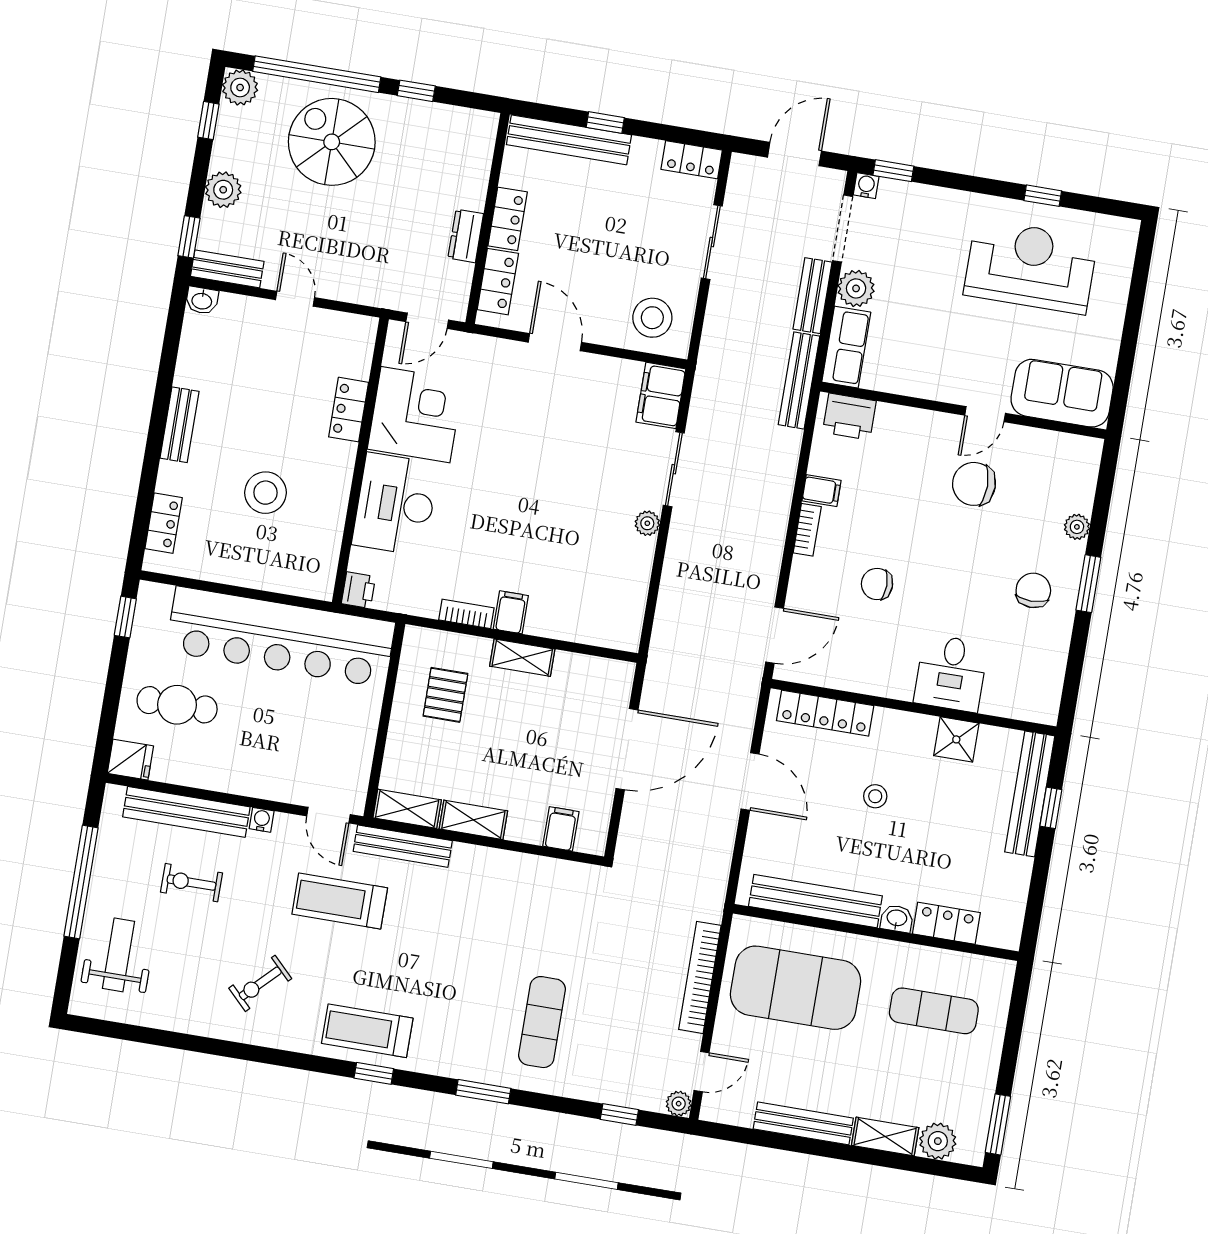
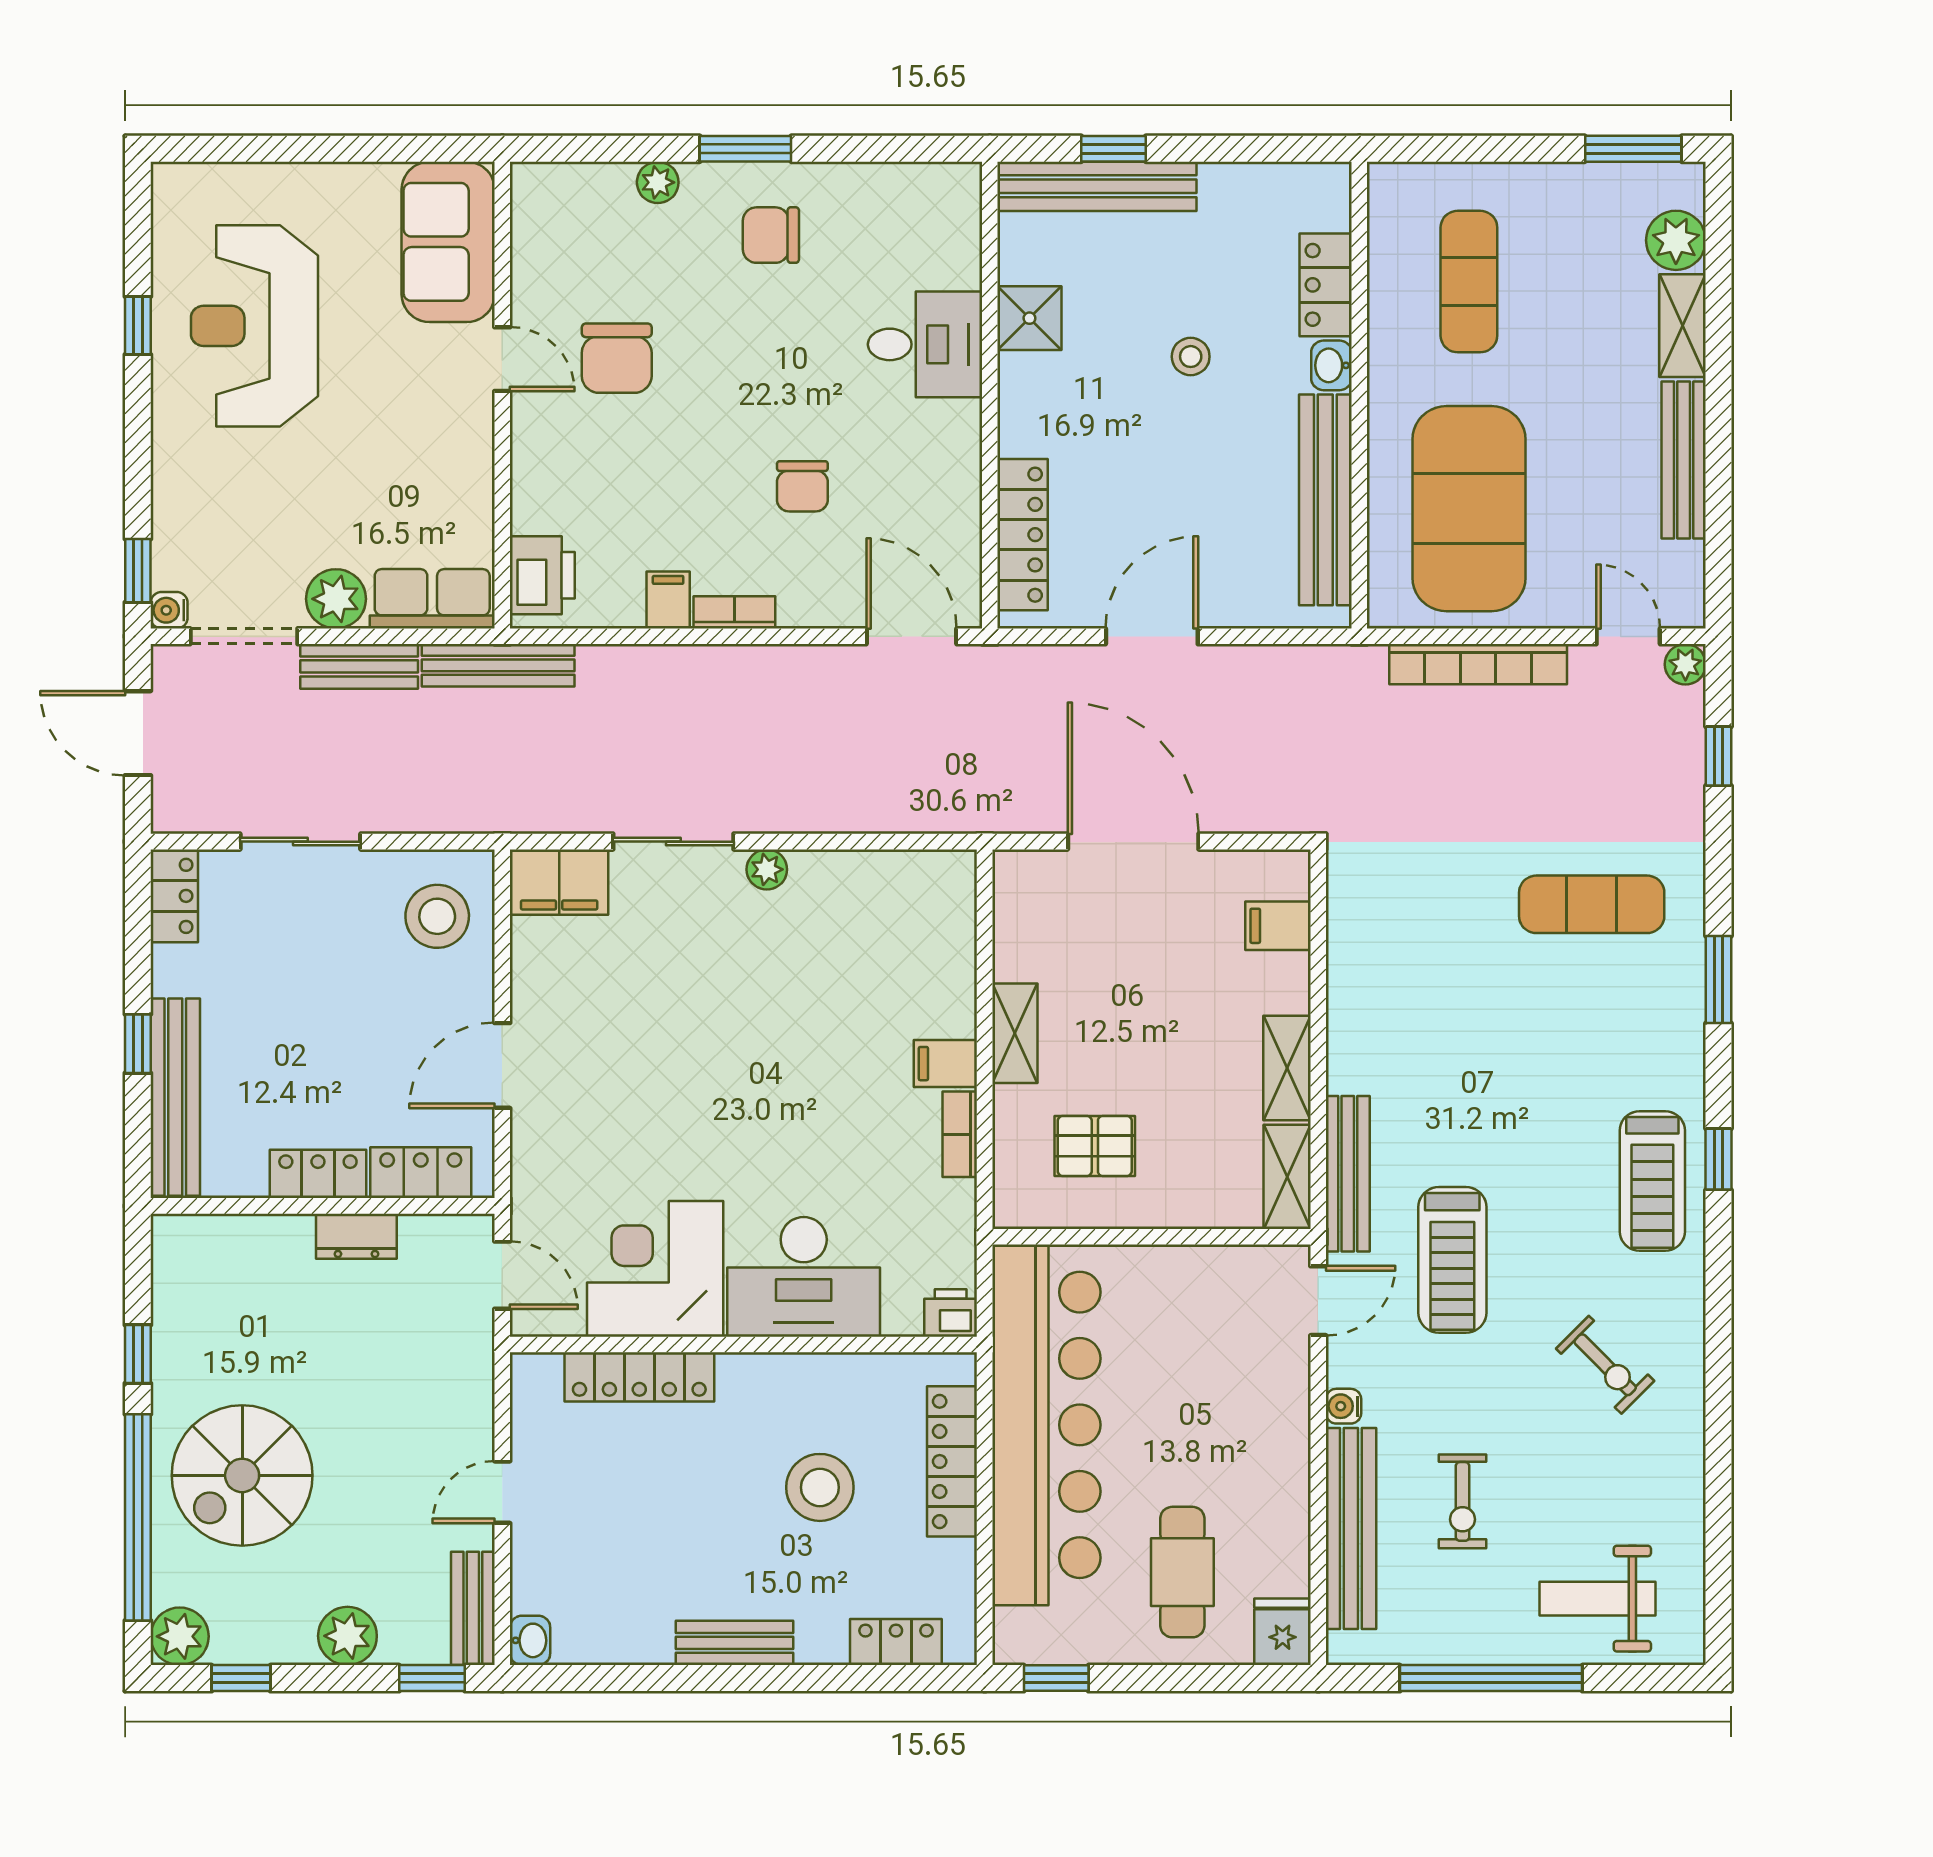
locker: (349, 410) -> (639, 1377), width x1.53
locker: (268, 576) -> (952, 1461), added
stool: (875, 796) -> (1191, 357), moved

